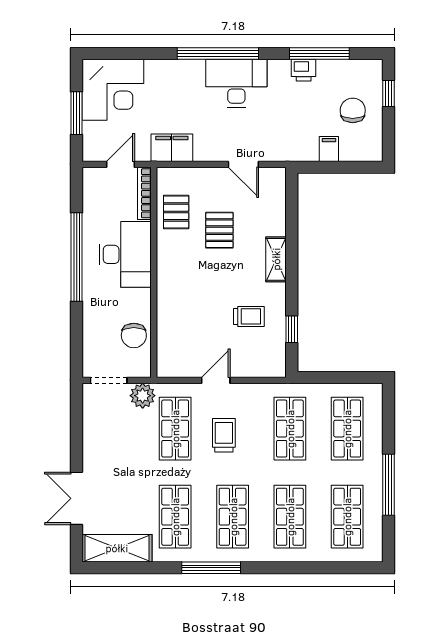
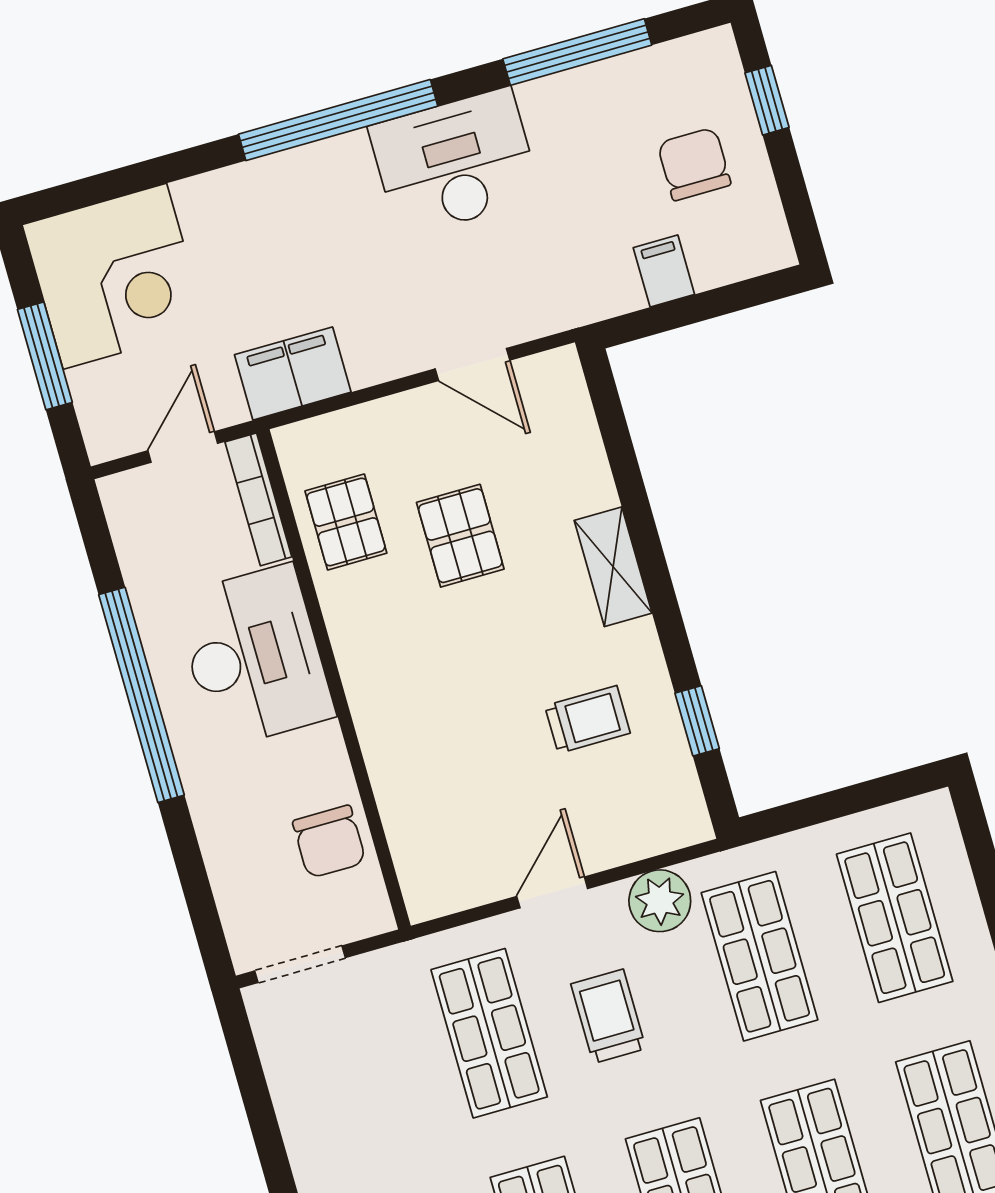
printer: (304, 70) -> (551, 102), removed
desk: (236, 83) -> (455, 162), moved
plant: (143, 396) -> (660, 901), moved

